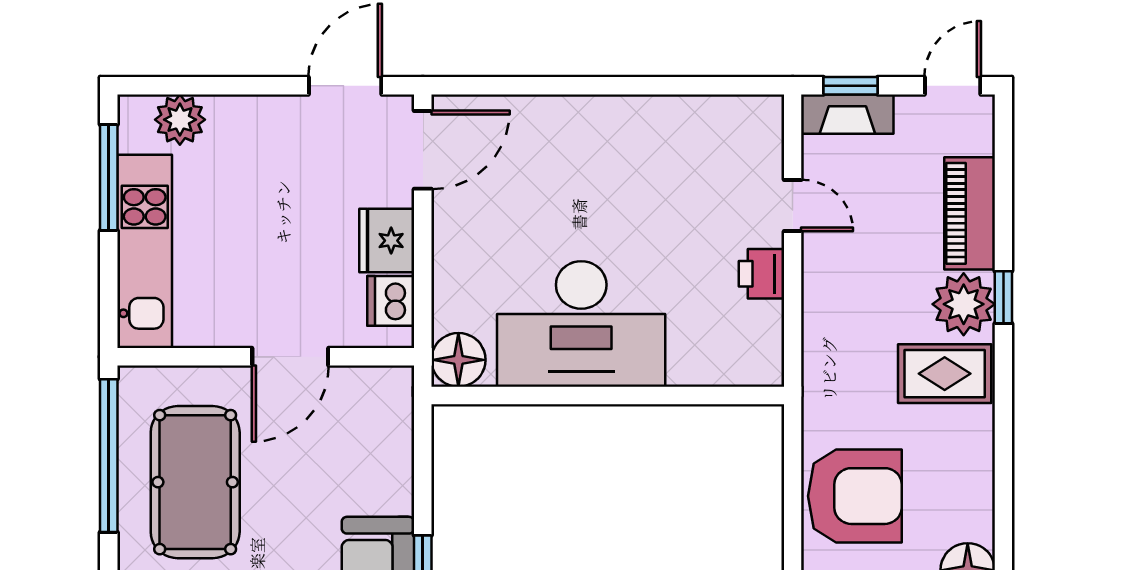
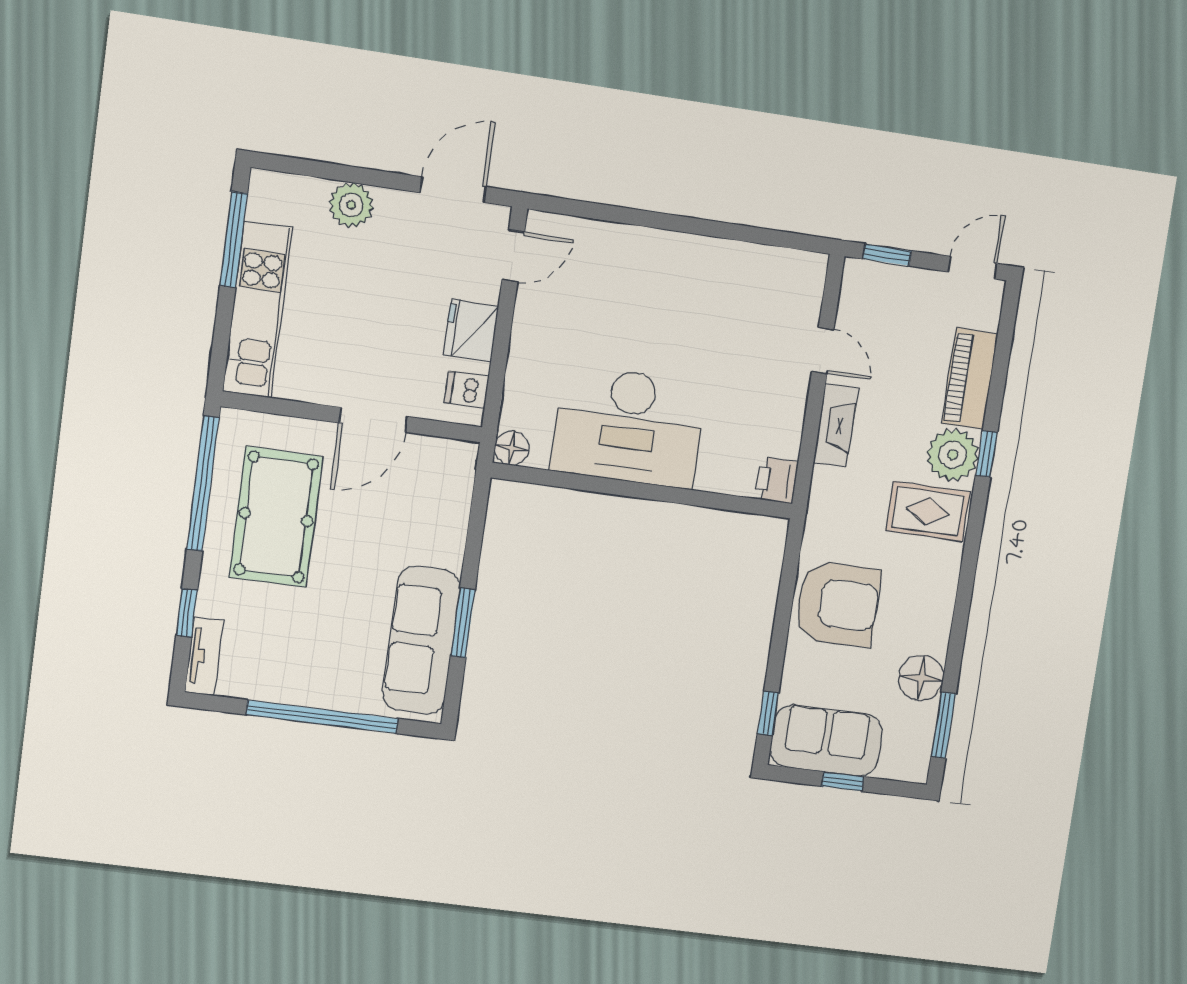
fireplace: (847, 114) -> (836, 425), moved, turned -90
plant: (180, 120) -> (351, 205), moved
door: (423, 150) -> (513, 256), width x0.73
printer: (761, 274) -> (776, 480), moved
dishwasher: (391, 301) -> (467, 390), width x0.73
floor lamp: (458, 360) -> (512, 448), width x0.73, depth x0.73

